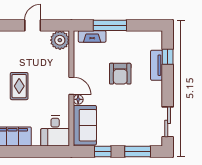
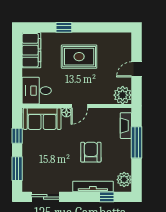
door: (33, 25) -> (136, 69), swing flipped
plant: (149, 38) -> (124, 180), added
tv unit: (157, 65) -> (93, 186), width x1.41
armchair: (120, 74) -> (91, 152), turned 90
rug: (19, 86) -> (79, 57), width x1.36, depth x1.43

